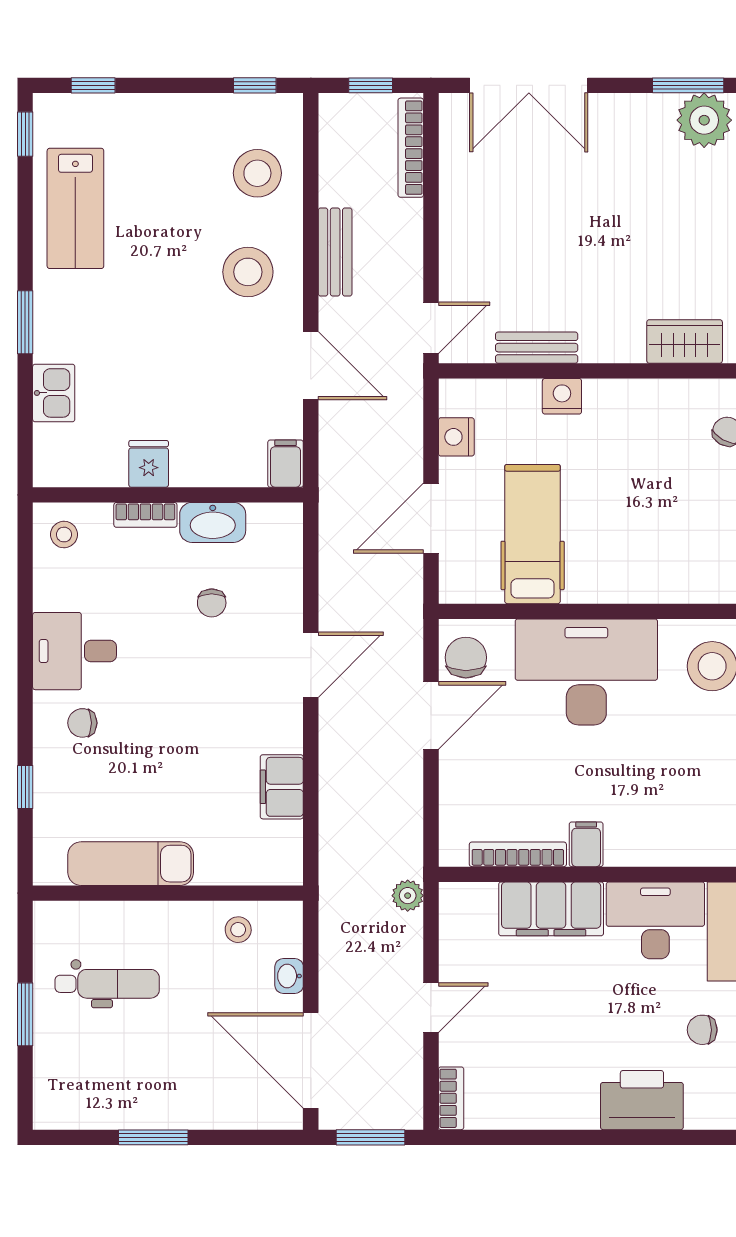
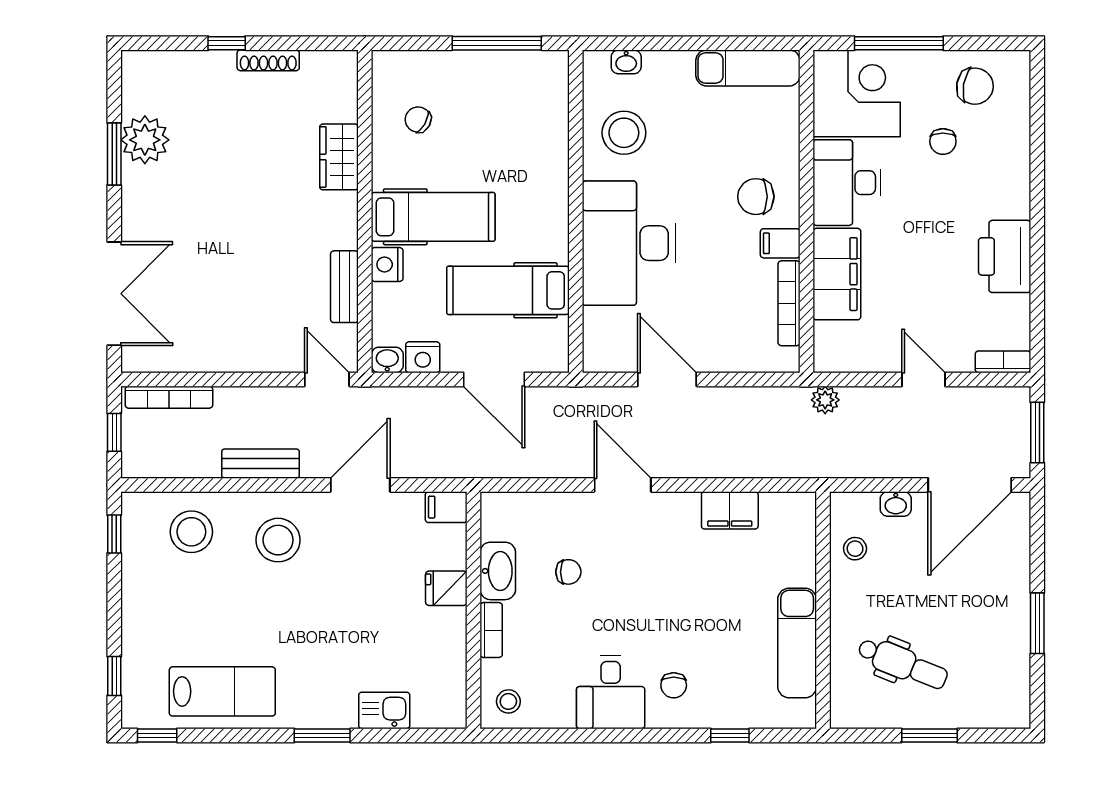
washbasin: (453, 396) -> (387, 360), added
hospital bed: (616, 449) -> (433, 217), added
fridge: (149, 464) -> (446, 588), moved
chair: (466, 658) -> (756, 197), moved
dental chair: (107, 984) -> (903, 664), turned 112
printer: (642, 1100) -> (1005, 256), moved

